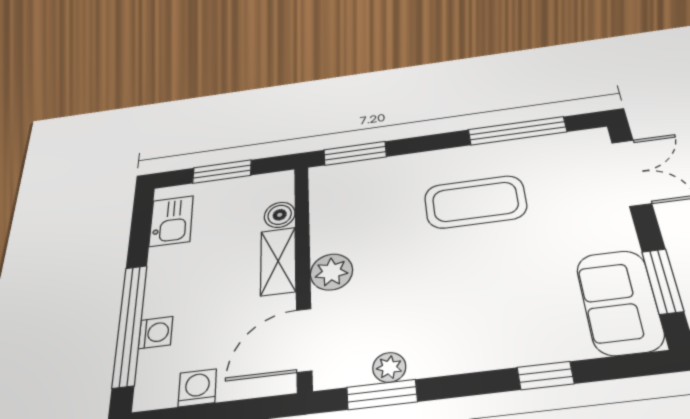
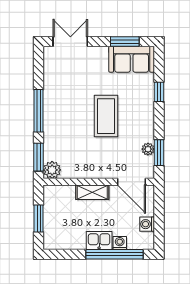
window: (517, 131) -> (39, 111), moved
coffee table: (475, 202) -> (106, 116), moved
boiler: (280, 215) -> (68, 192), removed
kitchen sink: (171, 221) -> (99, 240), moved
plant: (331, 272) -> (52, 170), moved

